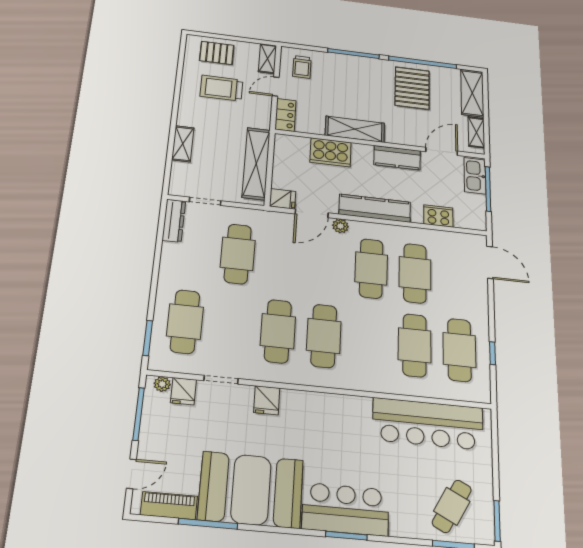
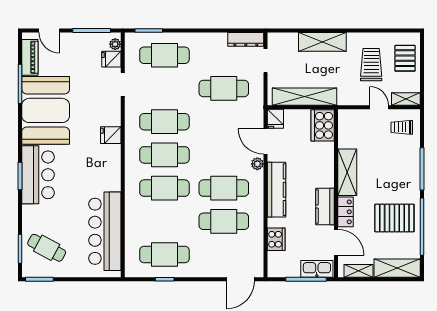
locker: (286, 115) -> (345, 212), moved, turned -90
shelving: (183, 144) -> (322, 42), width x1.50, depth x1.33
cooker: (331, 152) -> (323, 125), moved
cafe table: (415, 345) -> (164, 188), moved
fridge: (267, 400) -> (111, 135), moved

